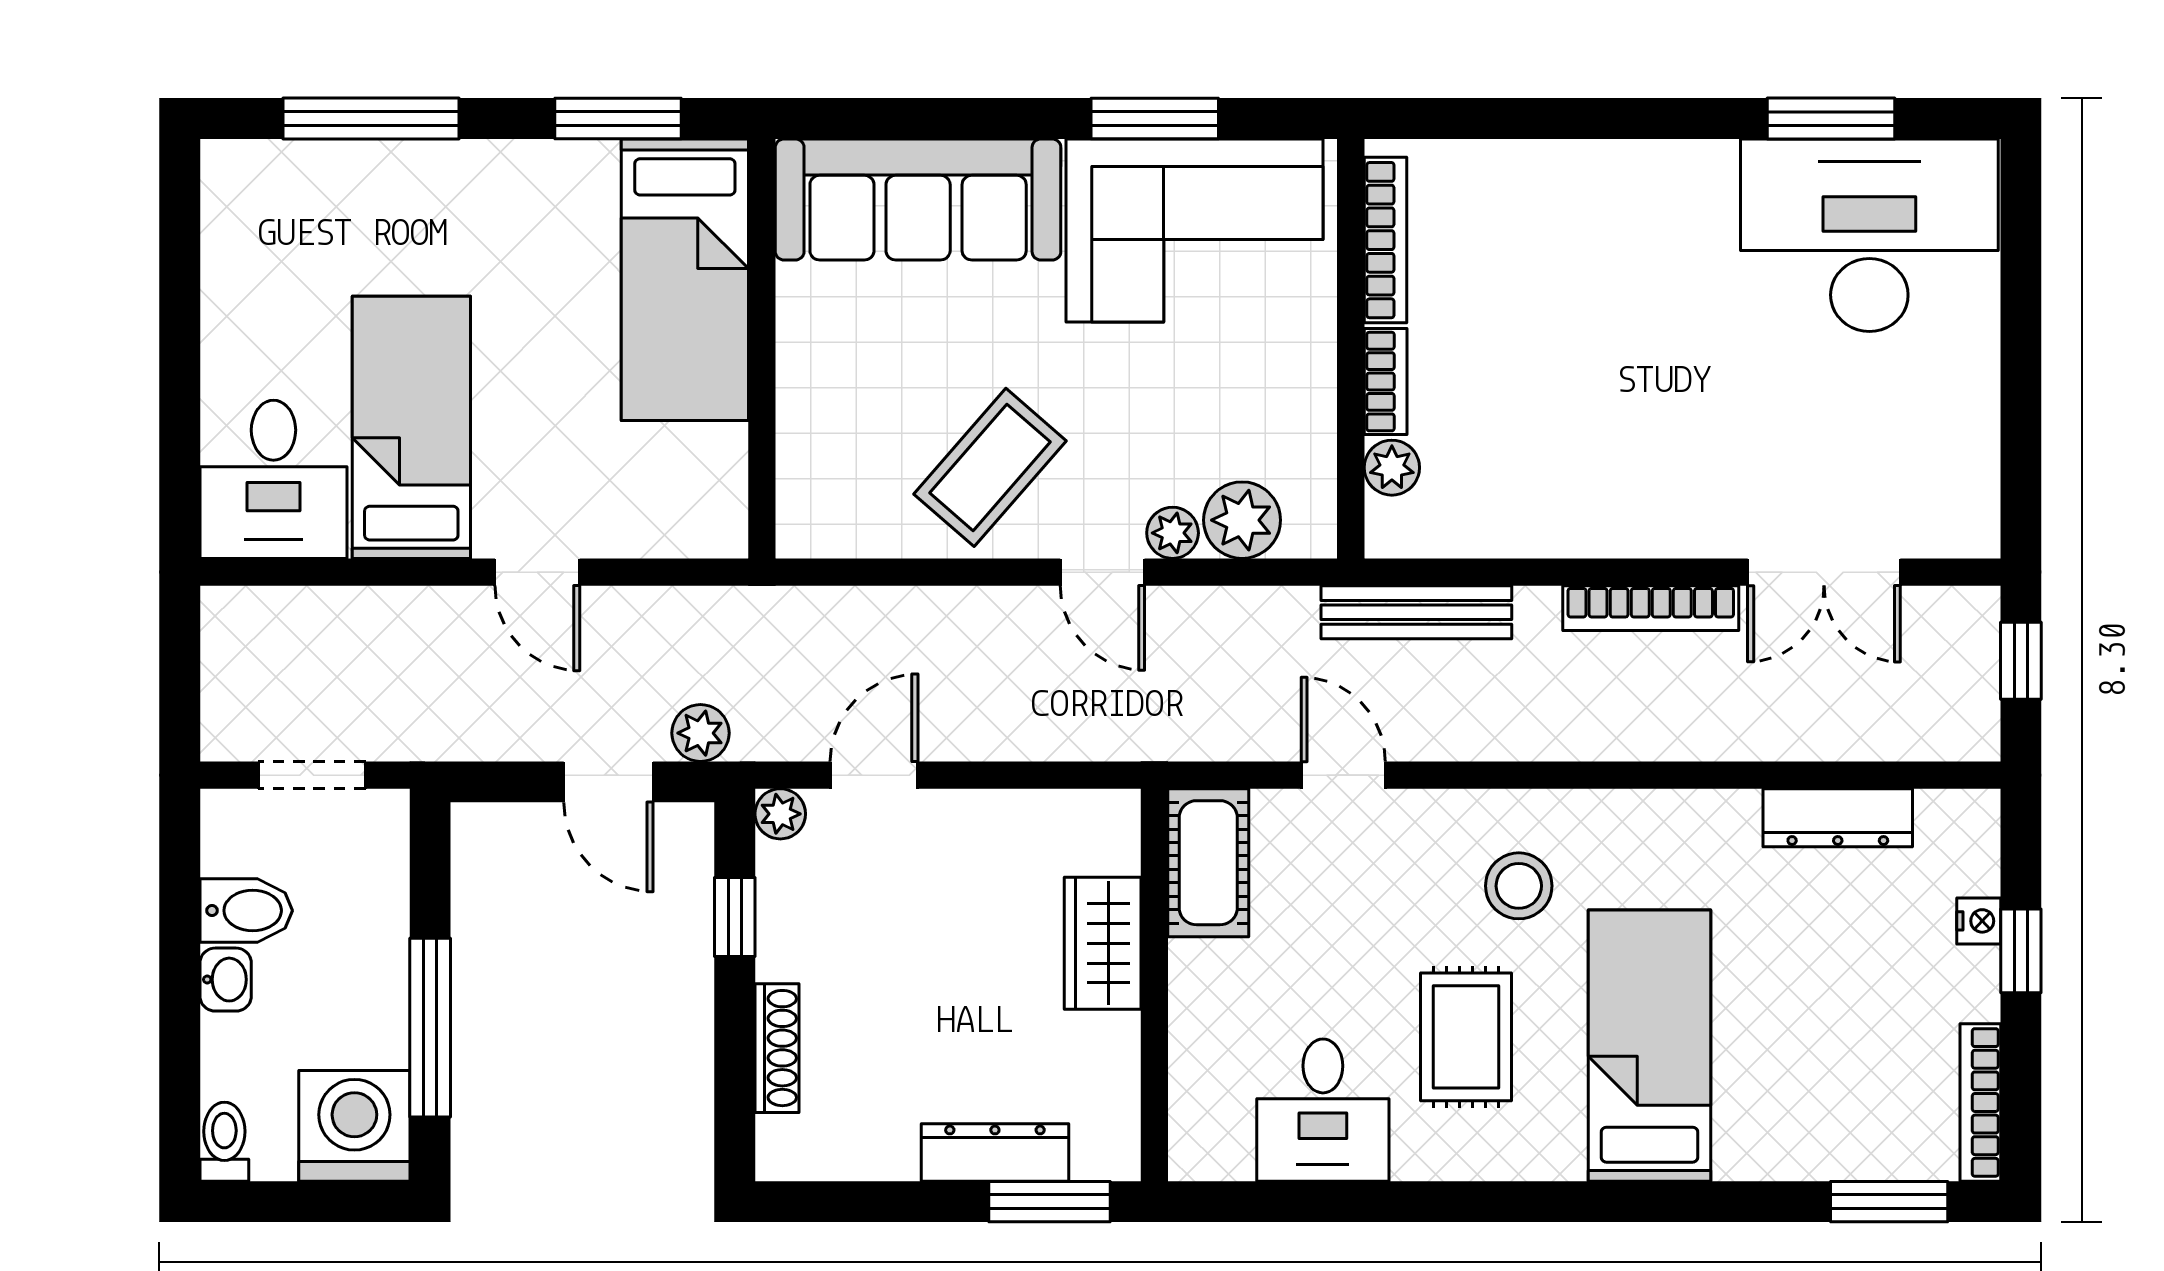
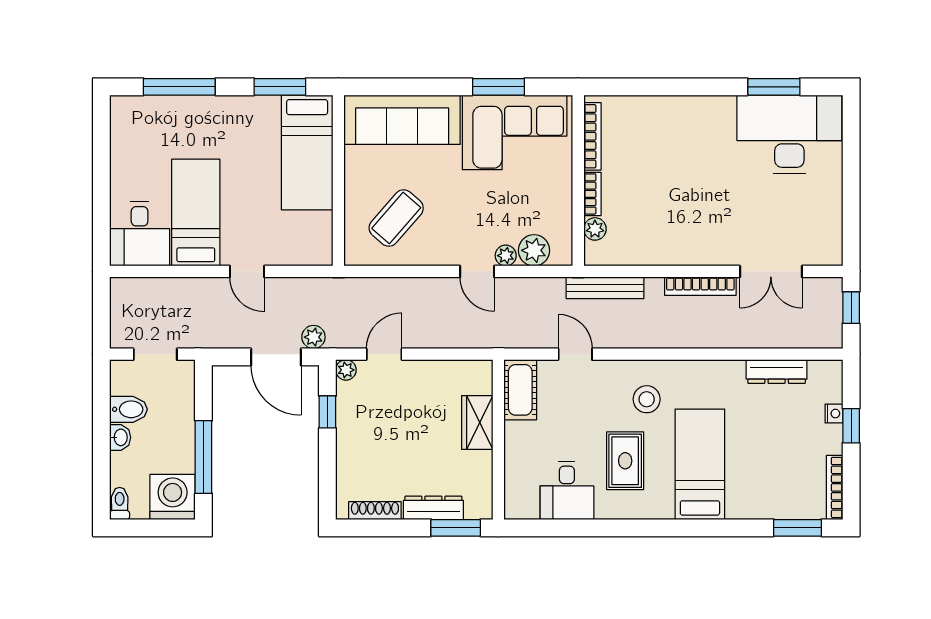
coffee table: (990, 467) -> (396, 218), moved
door: (608, 782) -> (276, 357), width x1.38
shoe rack: (777, 1048) -> (375, 511), moved, turned -90

